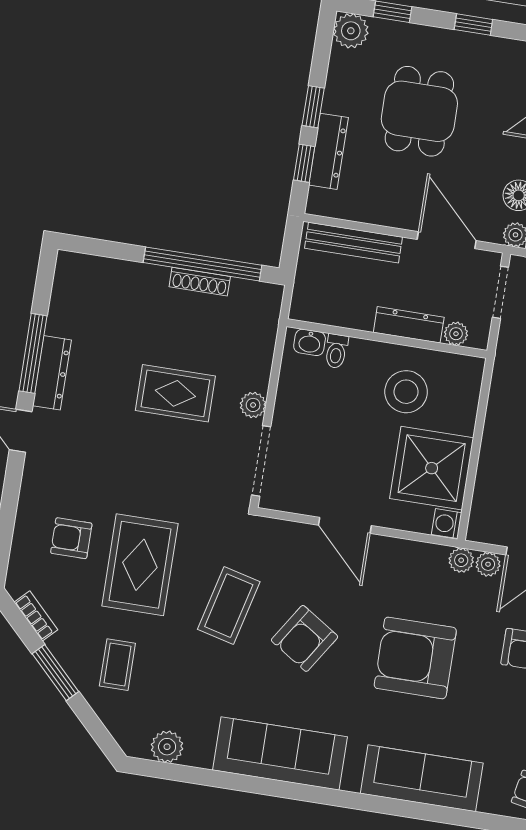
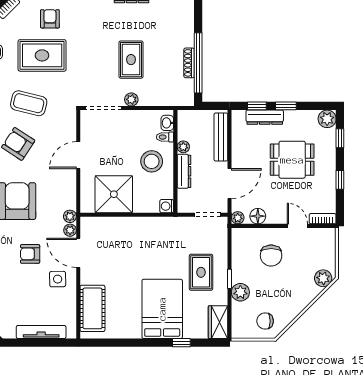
plant: (456, 334) -> (183, 147), moved
stool: (406, 392) -> (152, 161), moved
washing machine: (447, 524) -> (167, 206), moved, turned -90

